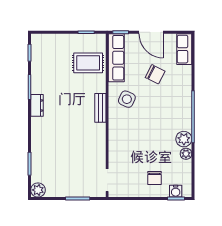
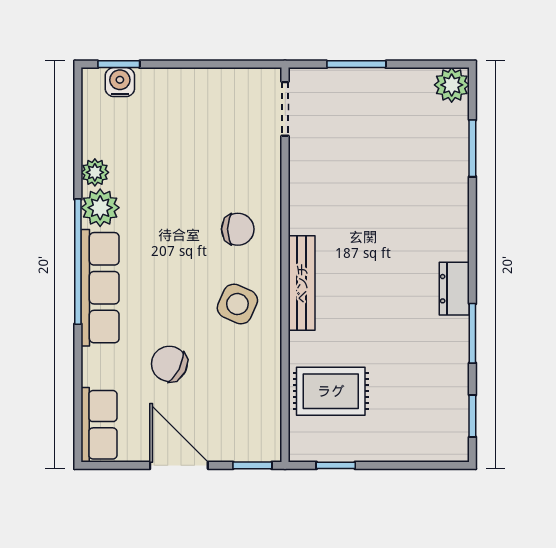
row of seats: (116, 58) -> (100, 288), moved, turned 180
bench: (100, 108) -> (302, 283), width x1.36
chair: (155, 178) -> (238, 229), moved, turned 90

